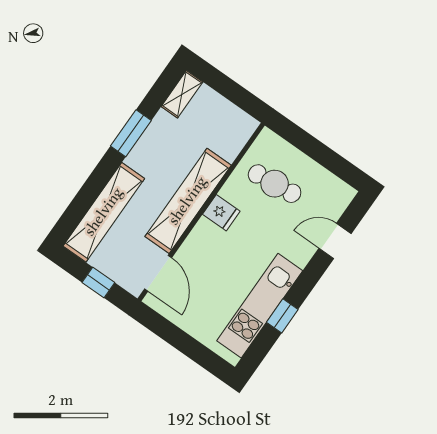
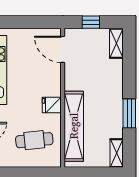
shelving: (188, 201) -> (74, 126), moved
shelving: (104, 212) -> (116, 43), width x0.45, depth x0.75

